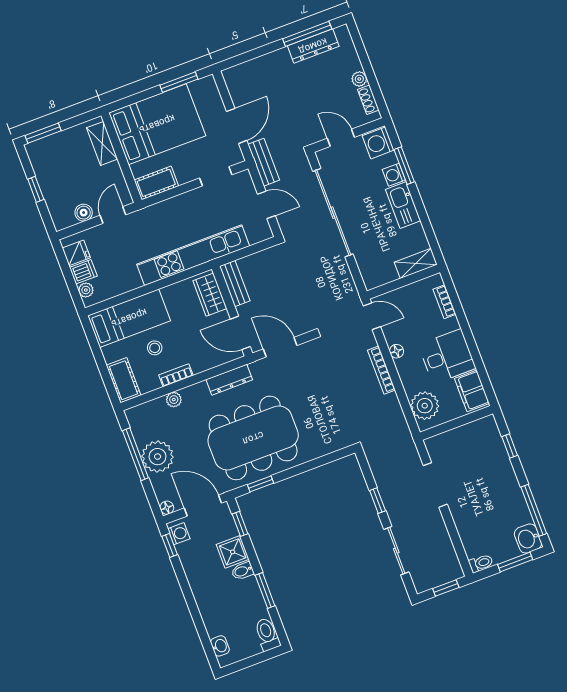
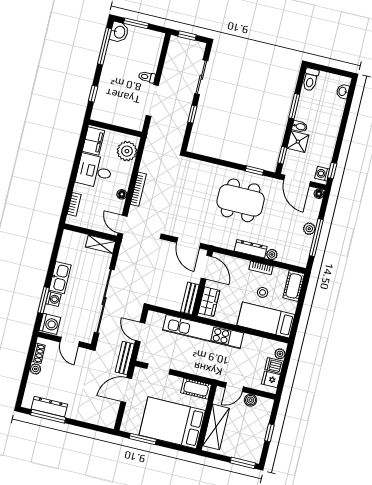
shelving: (102, 143) -> (216, 427), width x1.50, depth x1.33
shelving: (416, 263) -> (100, 244), moved
dresser: (229, 380) -> (251, 249), moved
dining table: (253, 438) -> (241, 200), width x0.73, depth x0.80
plant: (158, 457) -> (309, 229), width x0.53, depth x0.53
toilet: (481, 563) -> (147, 77), moved

